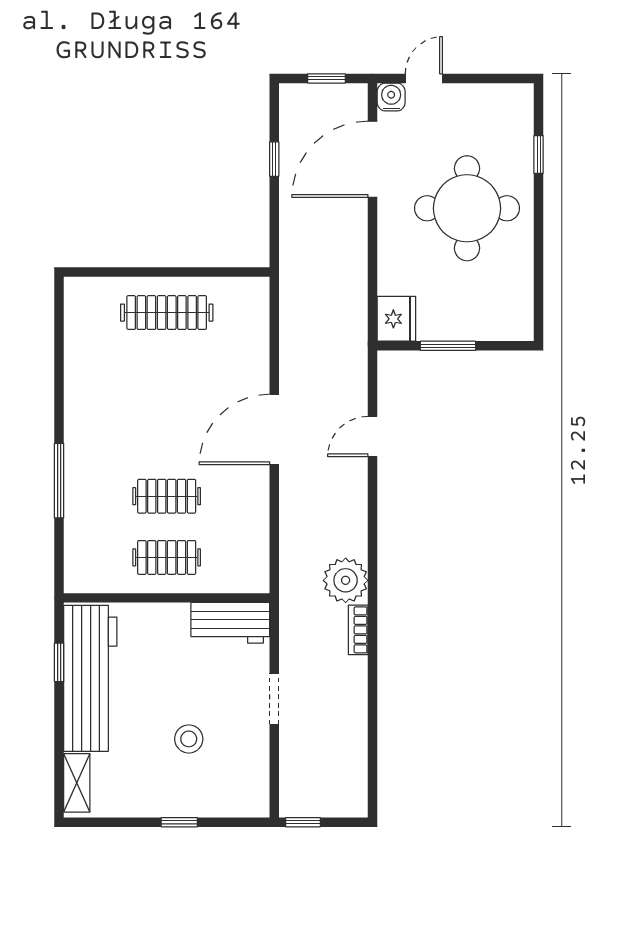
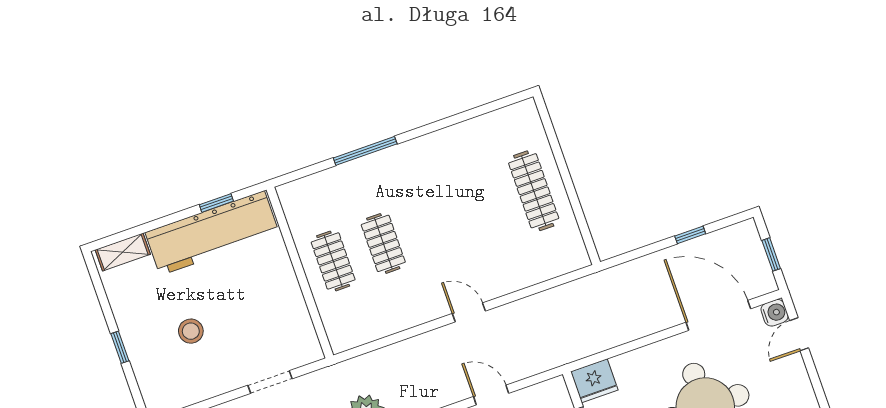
door: (424, 78) -> (799, 334), swing flipped
door: (274, 429) -> (469, 312), width x0.53
workbench: (230, 623) -> (298, 332), removed
doorway: (274, 699) -> (270, 382), moved

